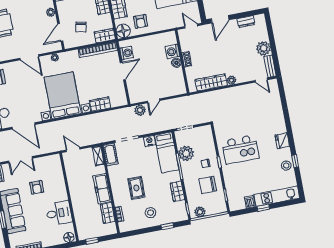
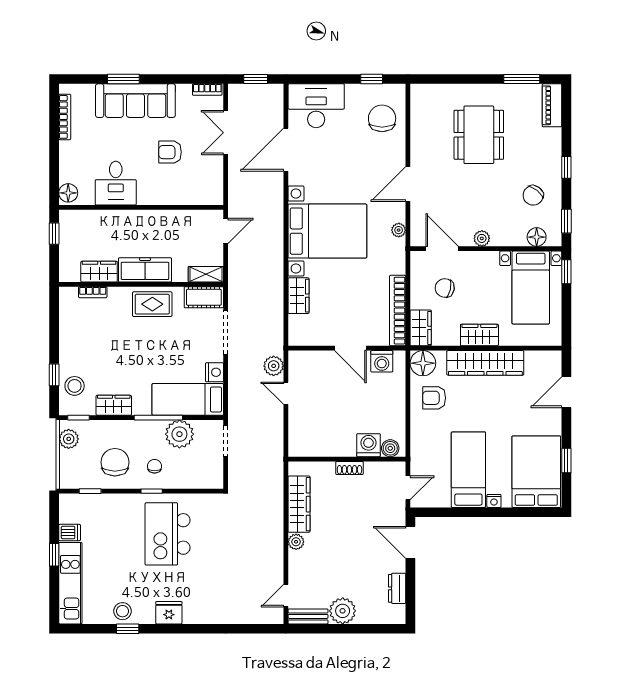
boiler: (176, 63) -> (390, 448), moved
rug: (136, 188) -> (152, 304), moved
stool: (151, 213) -> (75, 386), moved

